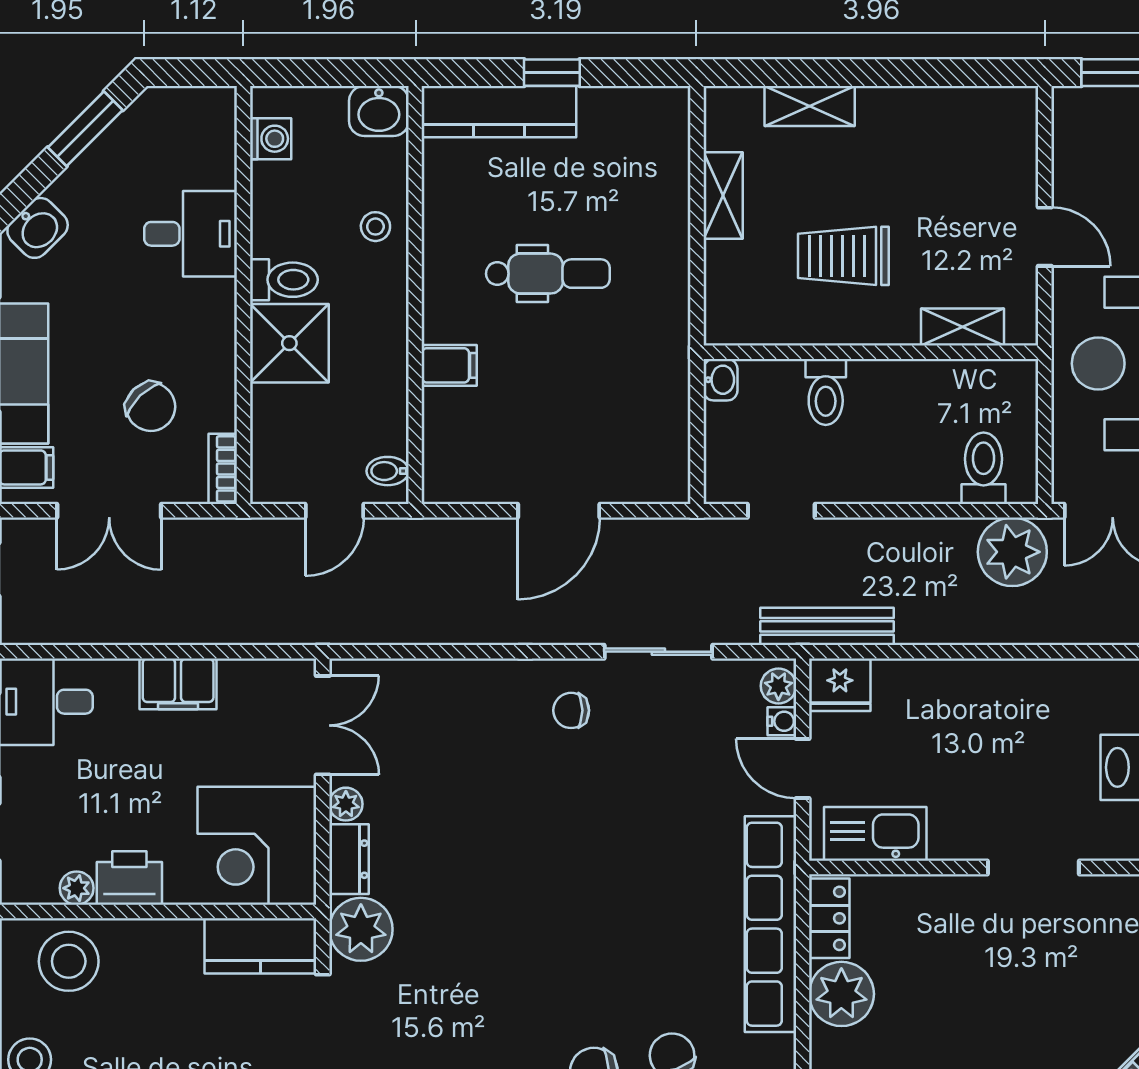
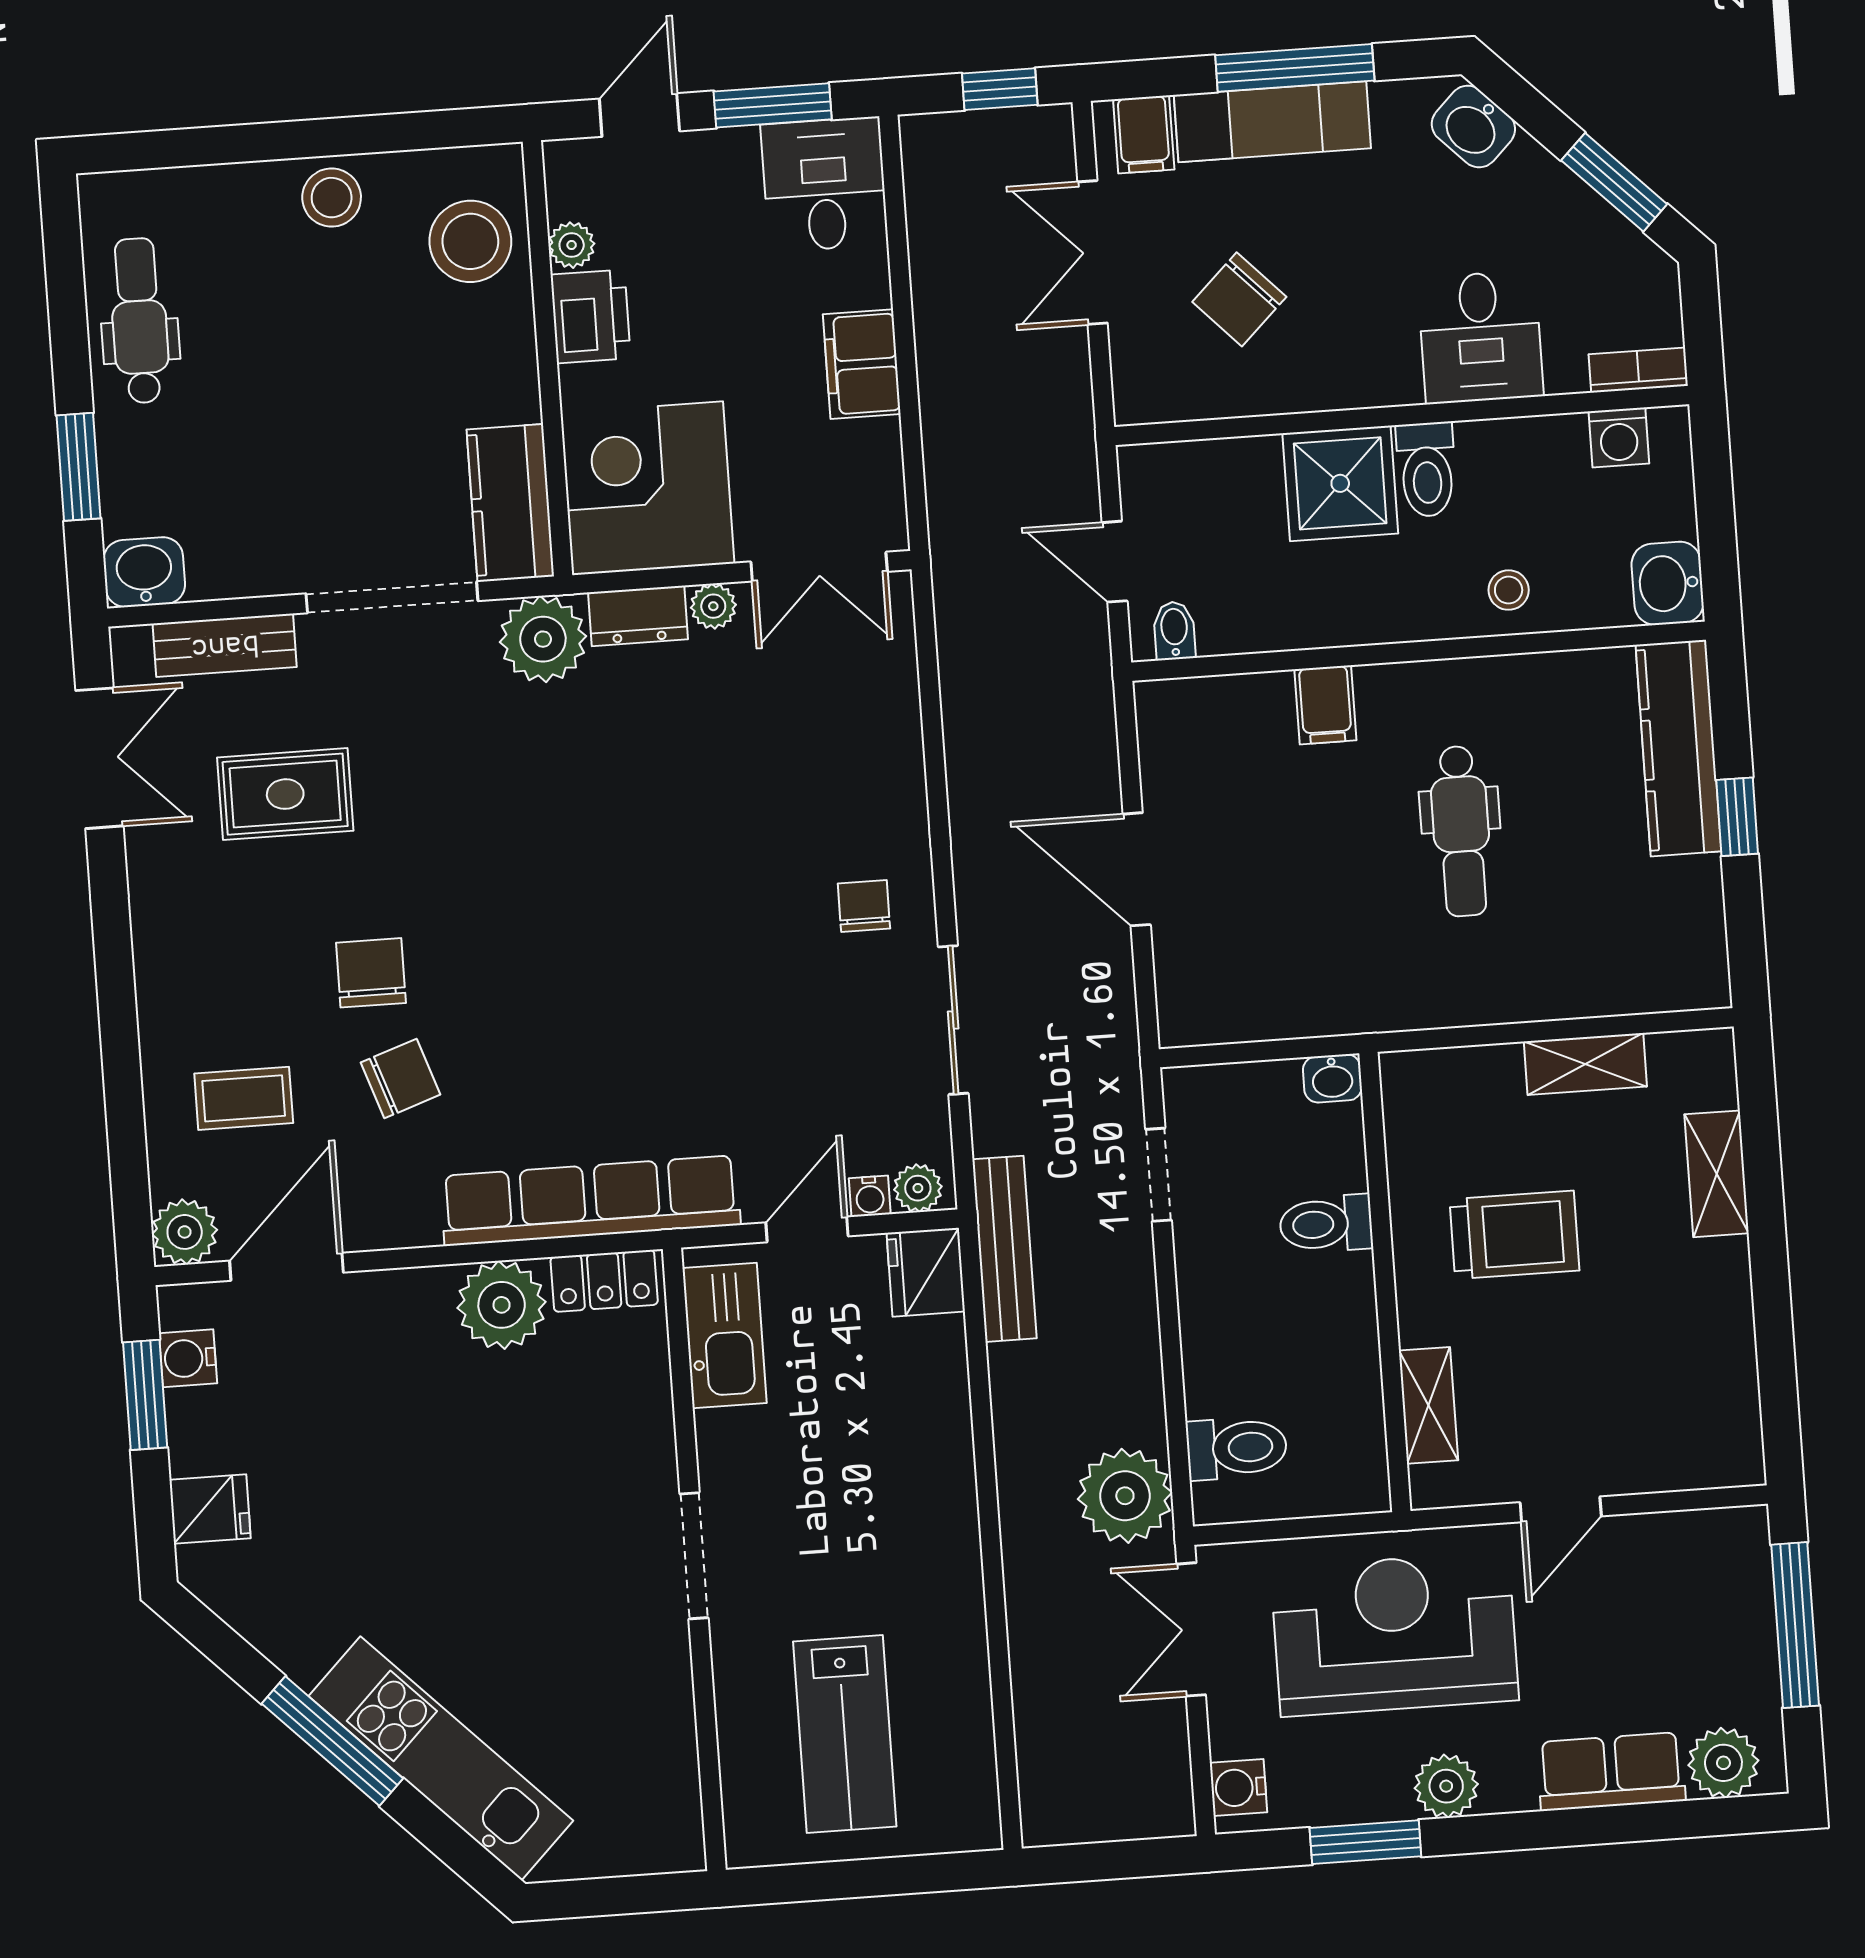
trolley: (843, 256) -> (1514, 1235), turned 90
bookcase: (223, 469) -> (1638, 370), moved

